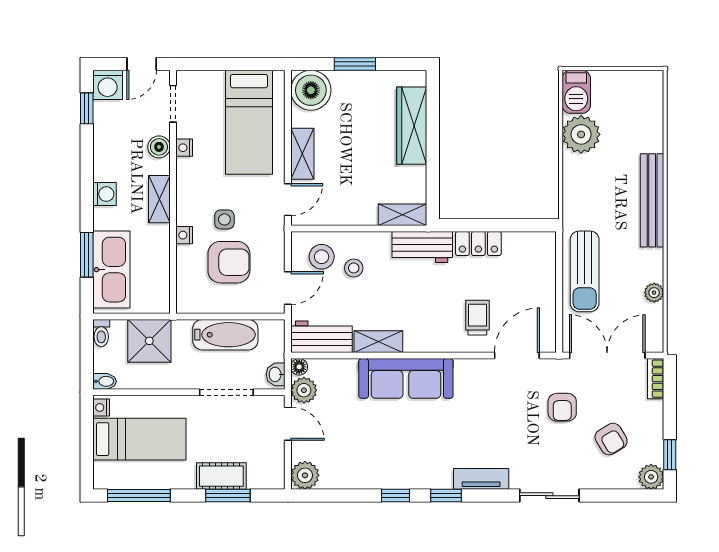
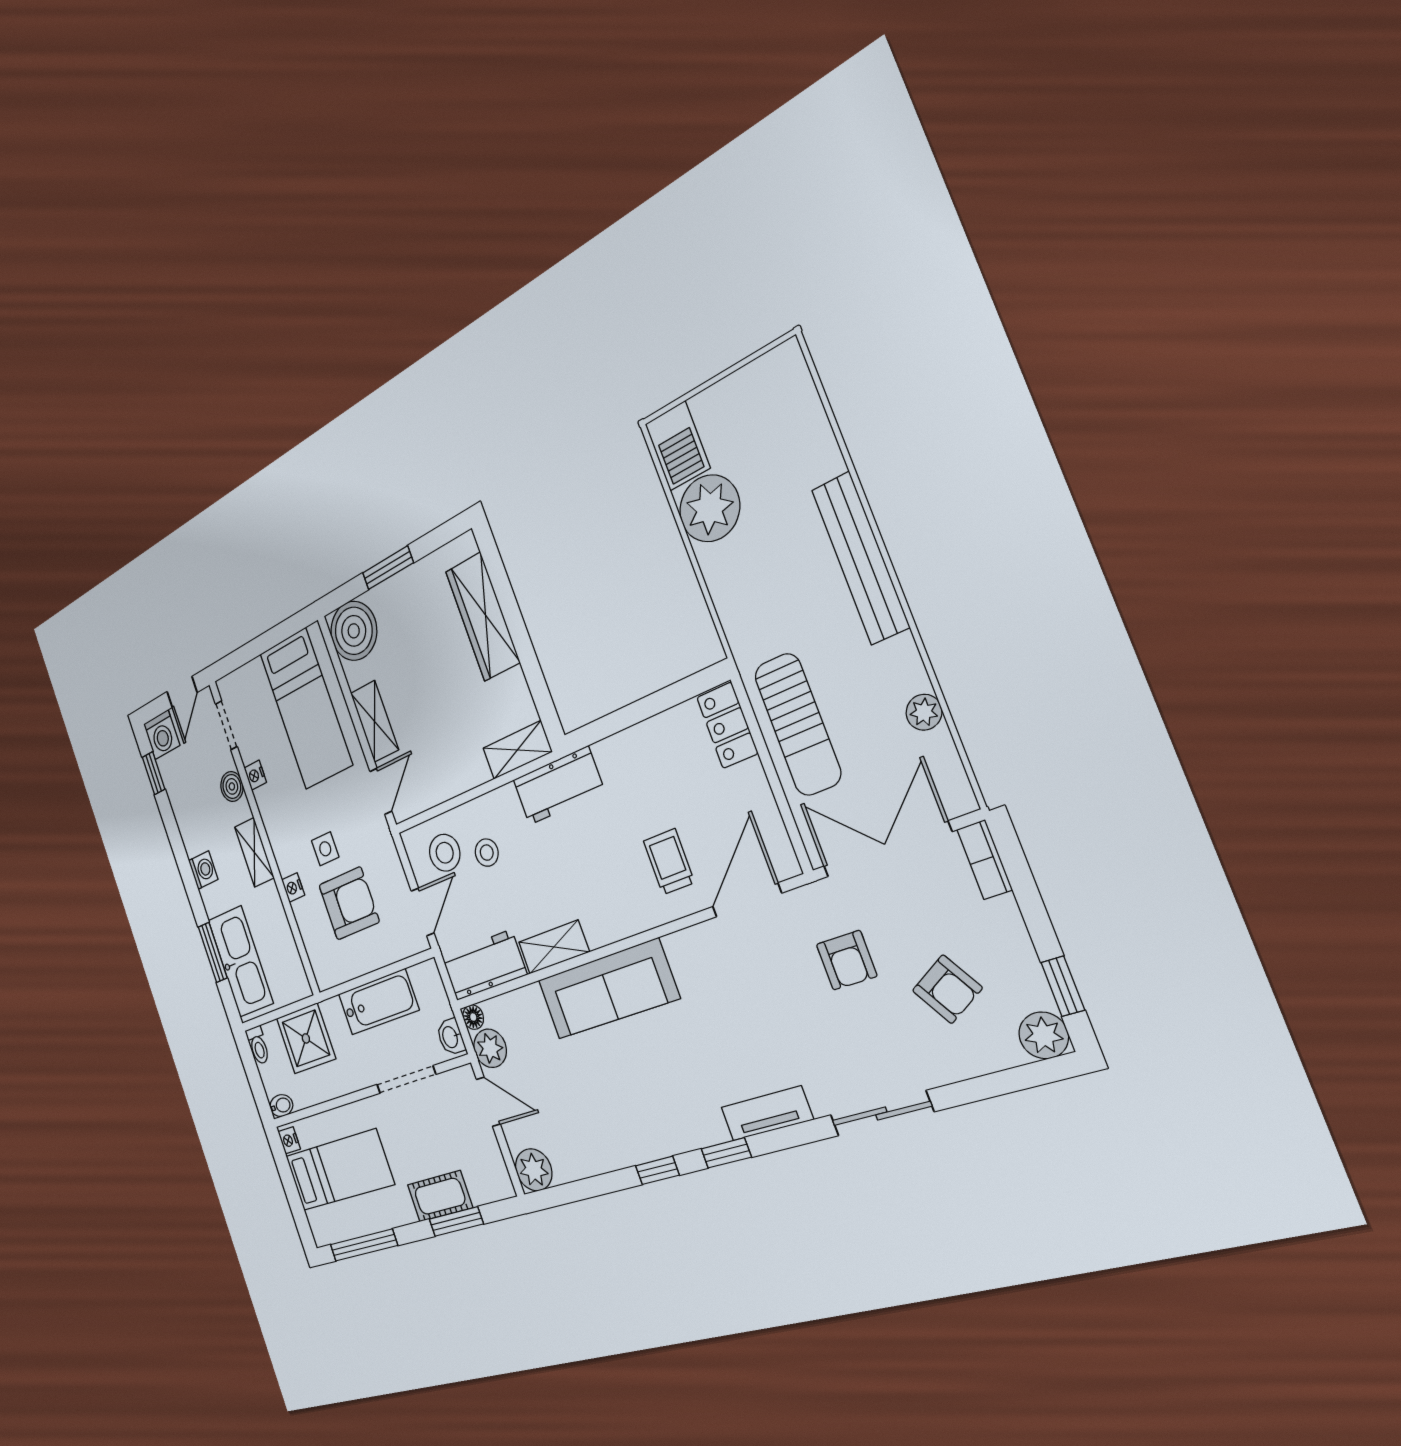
locker: (478, 244) -> (727, 725), moved, turned 90

